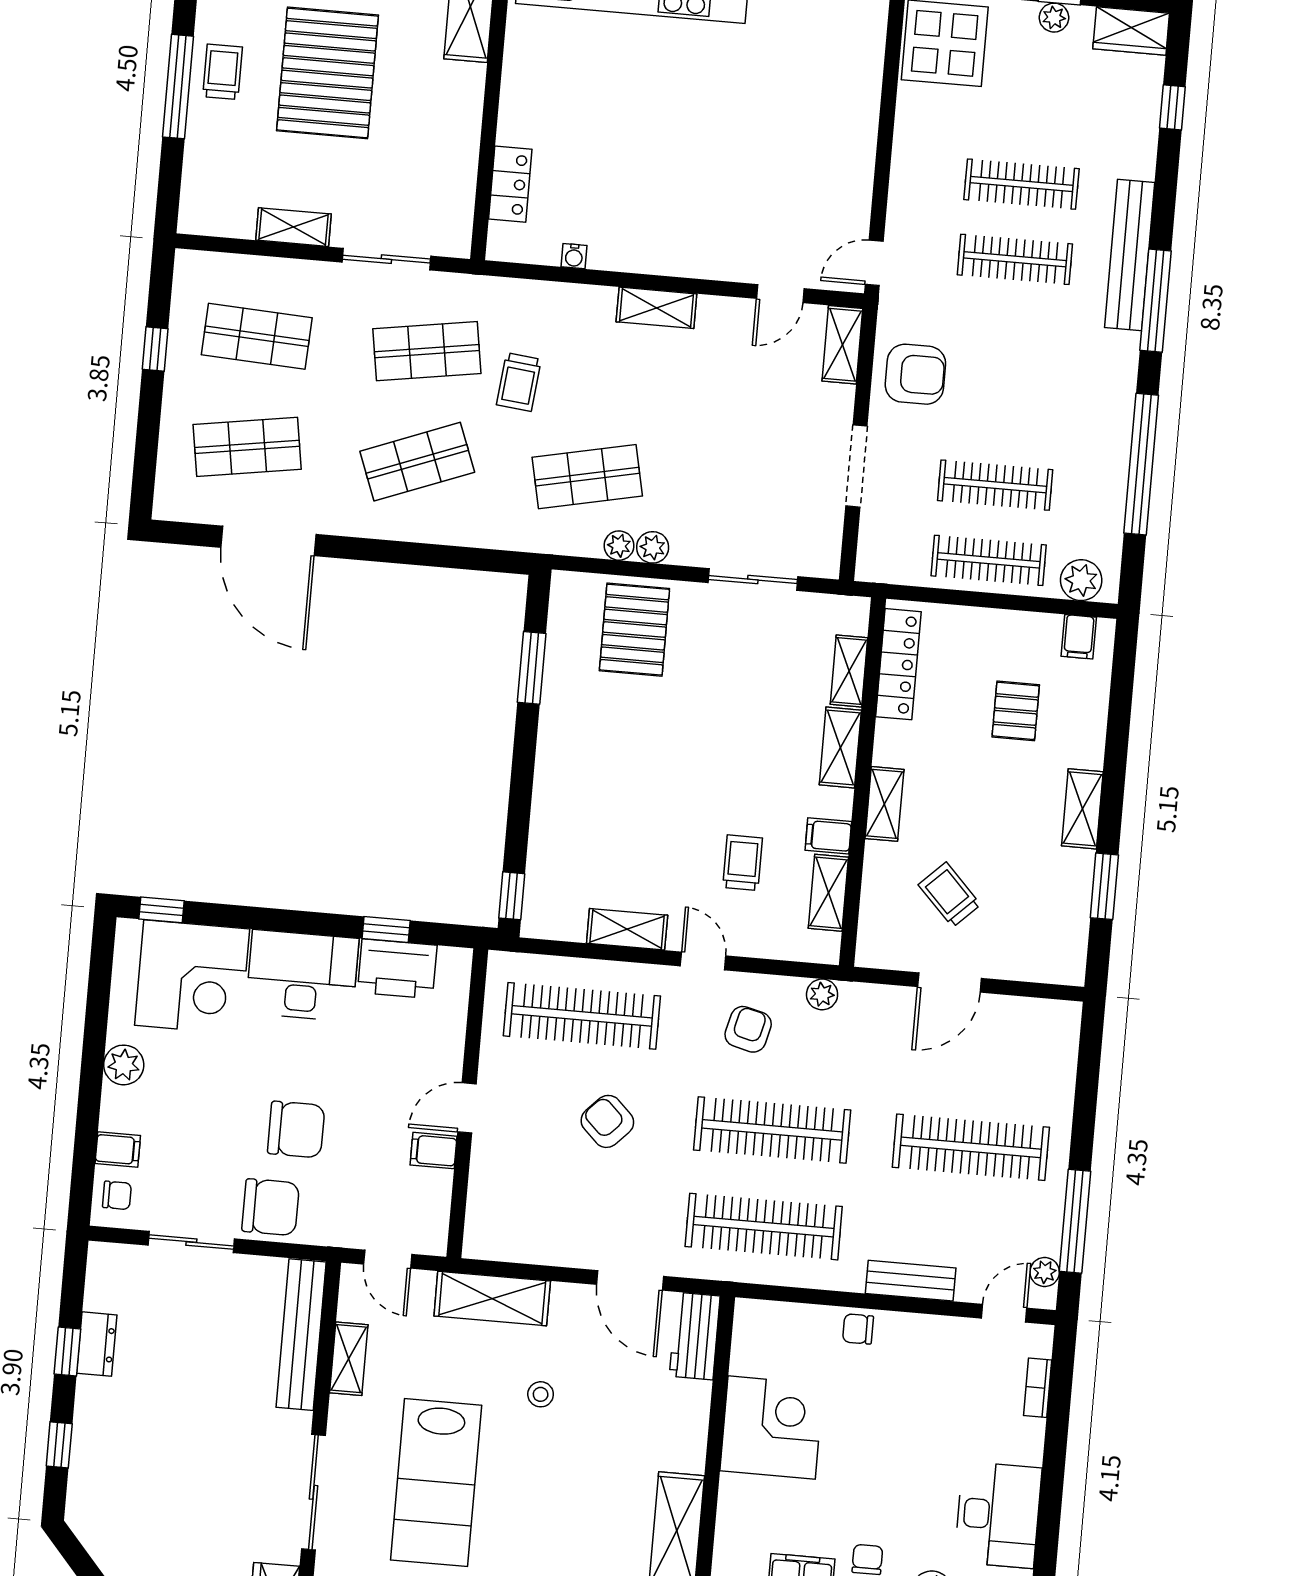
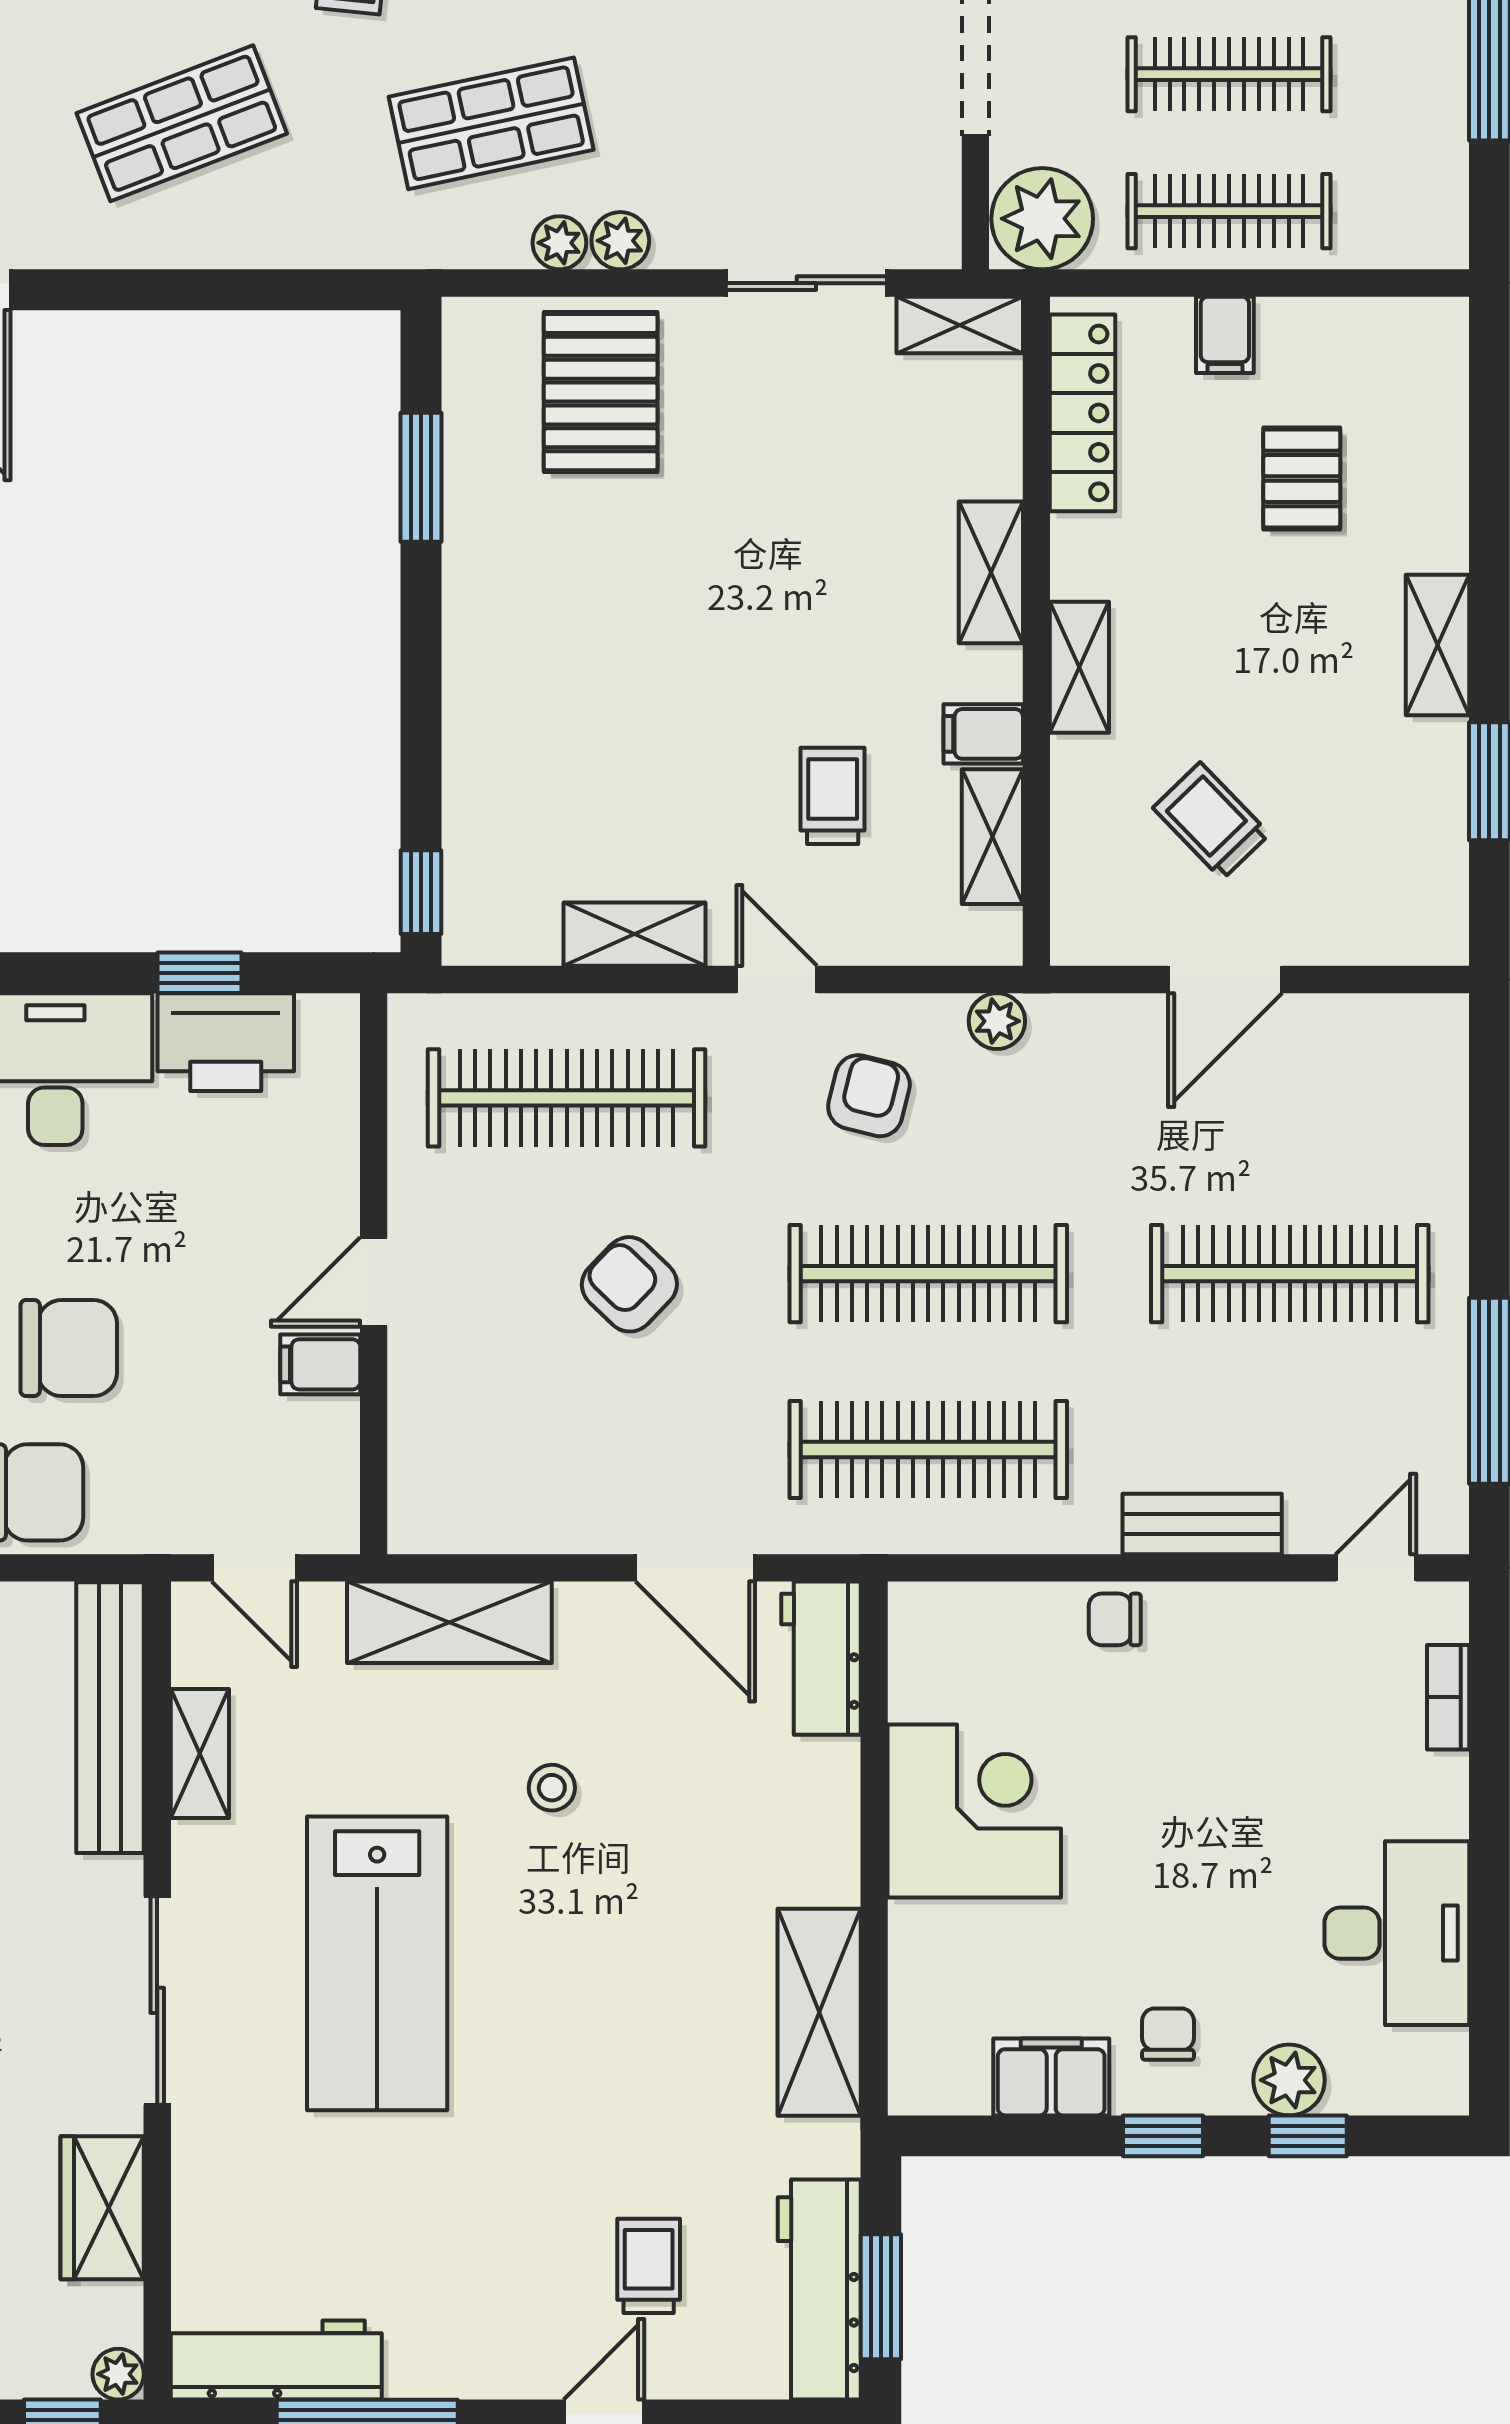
plant: (1081, 580) -> (1042, 219), moved, width x1.36, depth x1.36
filing cabinet: (1079, 637) -> (1225, 335), moved
shelving: (849, 671) -> (960, 325), moved, turned 90
plant: (1045, 1272) -> (1443, 1487), removed

